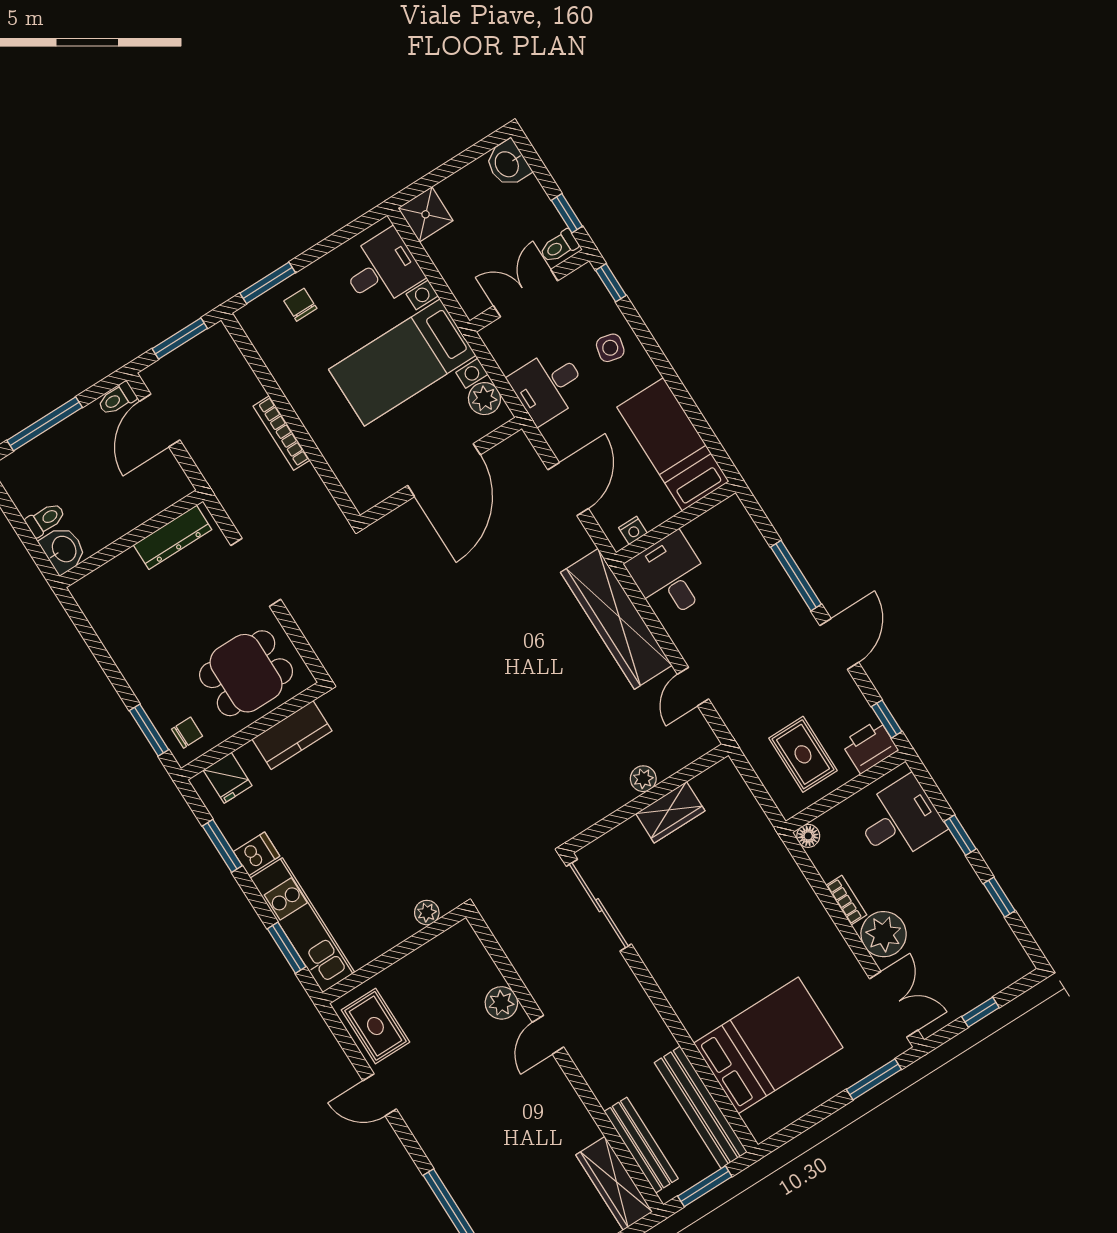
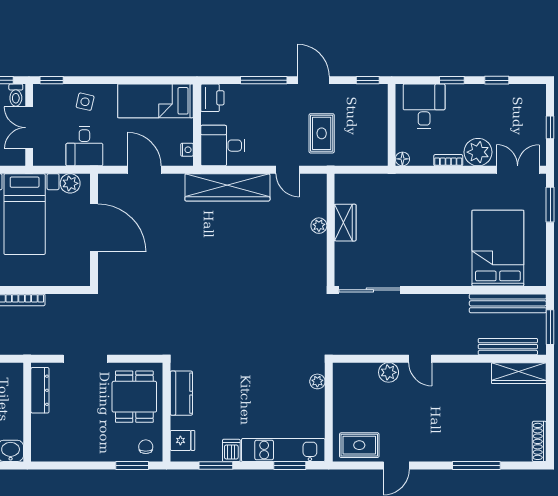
printer: (870, 746) -> (212, 98), moved, turned 180
rug: (803, 754) -> (322, 133), moved, turned 90

